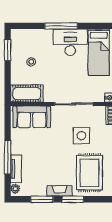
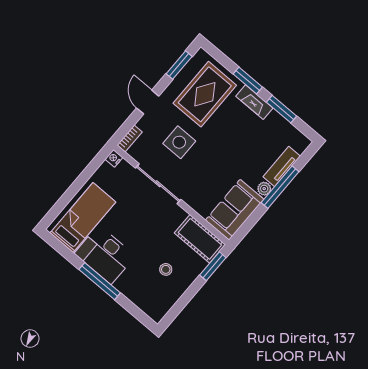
window: (8, 50) -> (213, 266), moved
sofa: (32, 117) -> (235, 210), moved, turned -90
plant: (15, 189) -> (264, 189), moved

